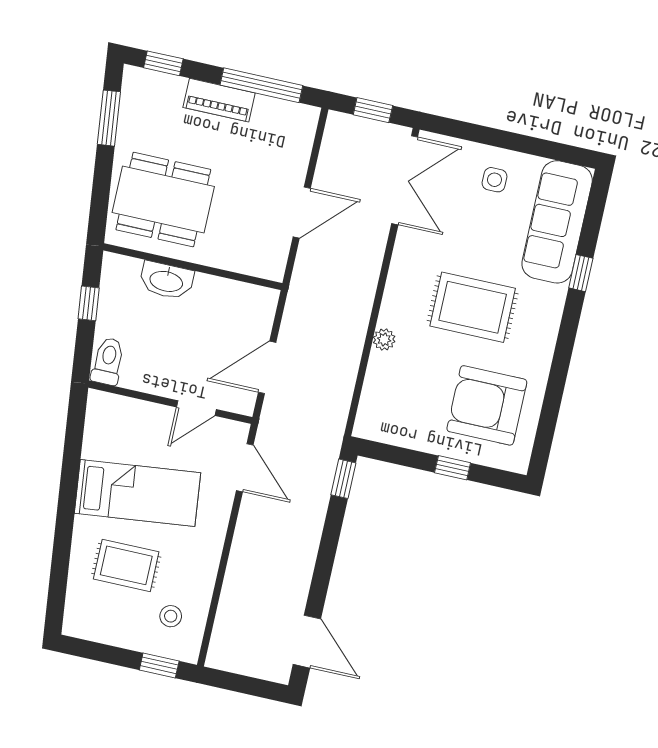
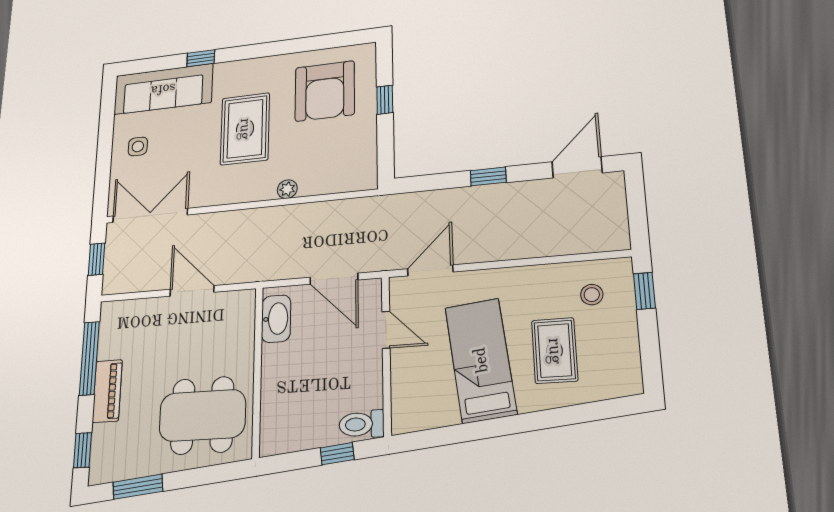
dining table: (163, 200) -> (202, 415), turned 90
washbasin: (166, 281) -> (276, 319), moved
window: (89, 303) -> (337, 454), moved
window: (343, 479) -> (488, 176), moved

